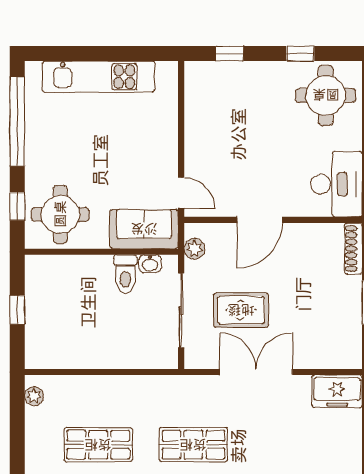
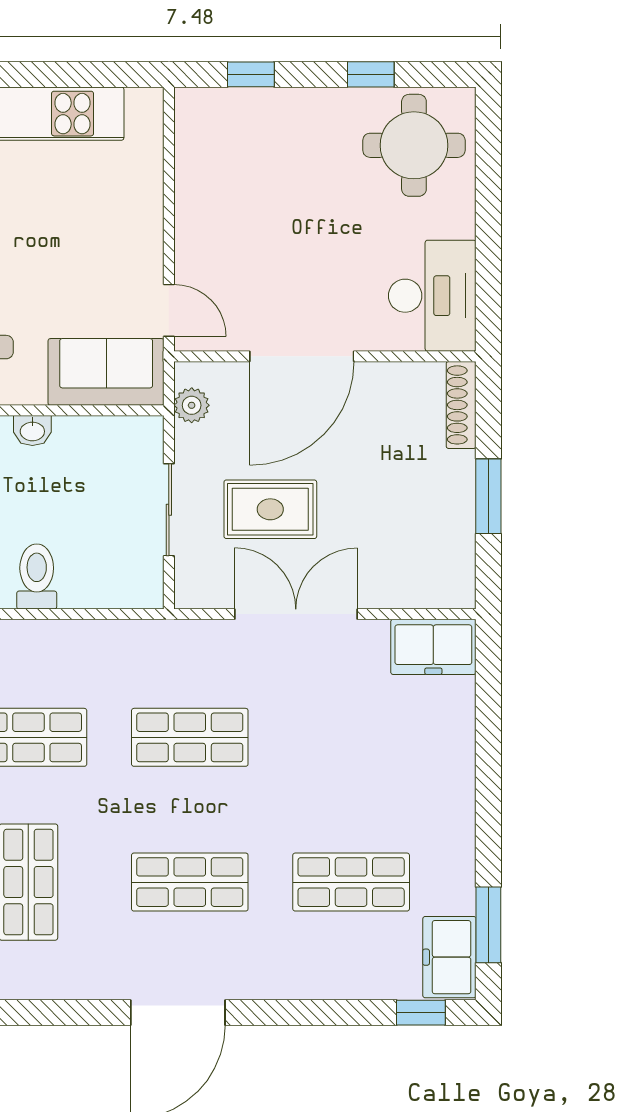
door: (260, 220) -> (302, 356), width x1.36
washbasin: (150, 264) -> (32, 431), moved
toilet: (125, 274) -> (37, 577), moved, turned 180
sliding door: (181, 310) -> (169, 510), width x0.73

